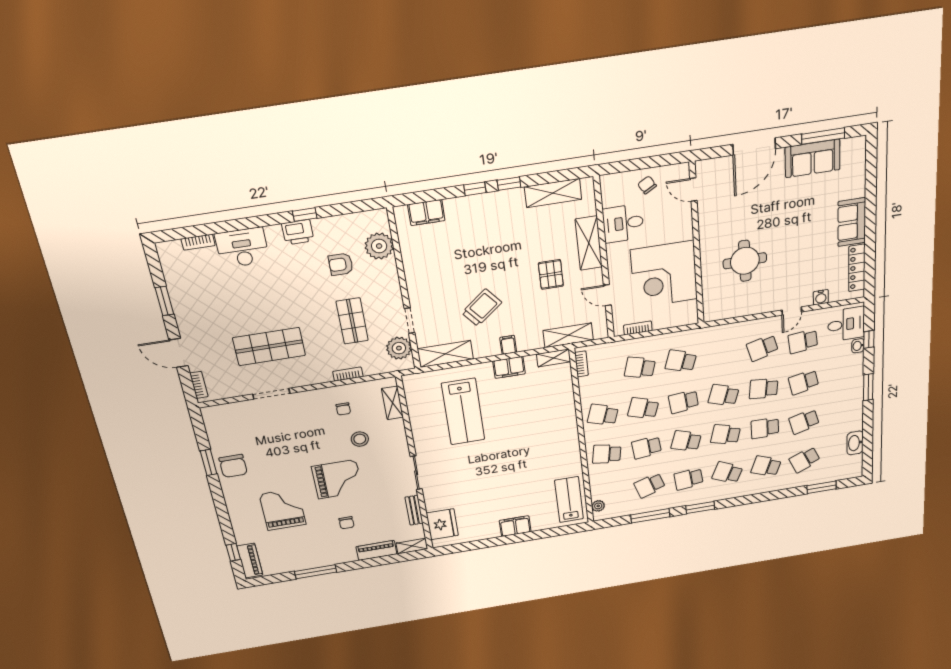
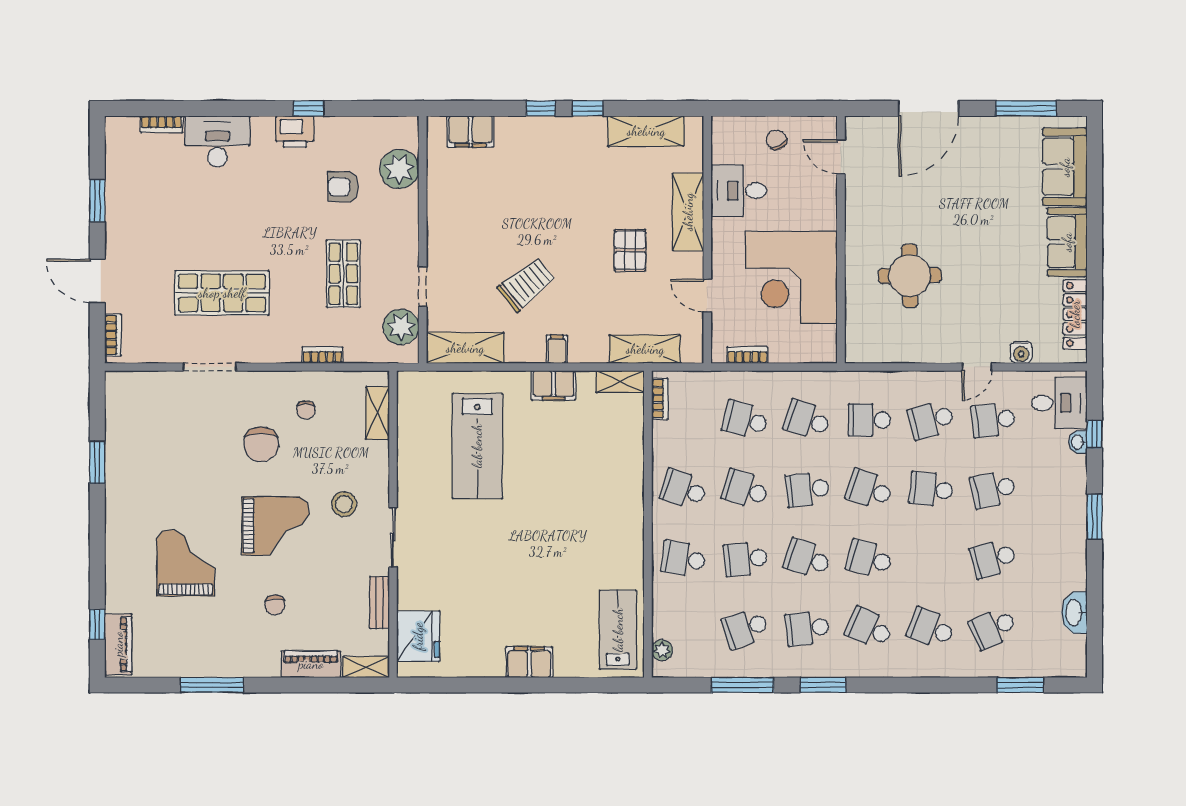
sofa: (813, 158) -> (1065, 167), moved, turned 90
school desk: (765, 428) -> (869, 420), moved
stool: (360, 439) -> (344, 504), moved
chair: (233, 466) -> (261, 444), moved

